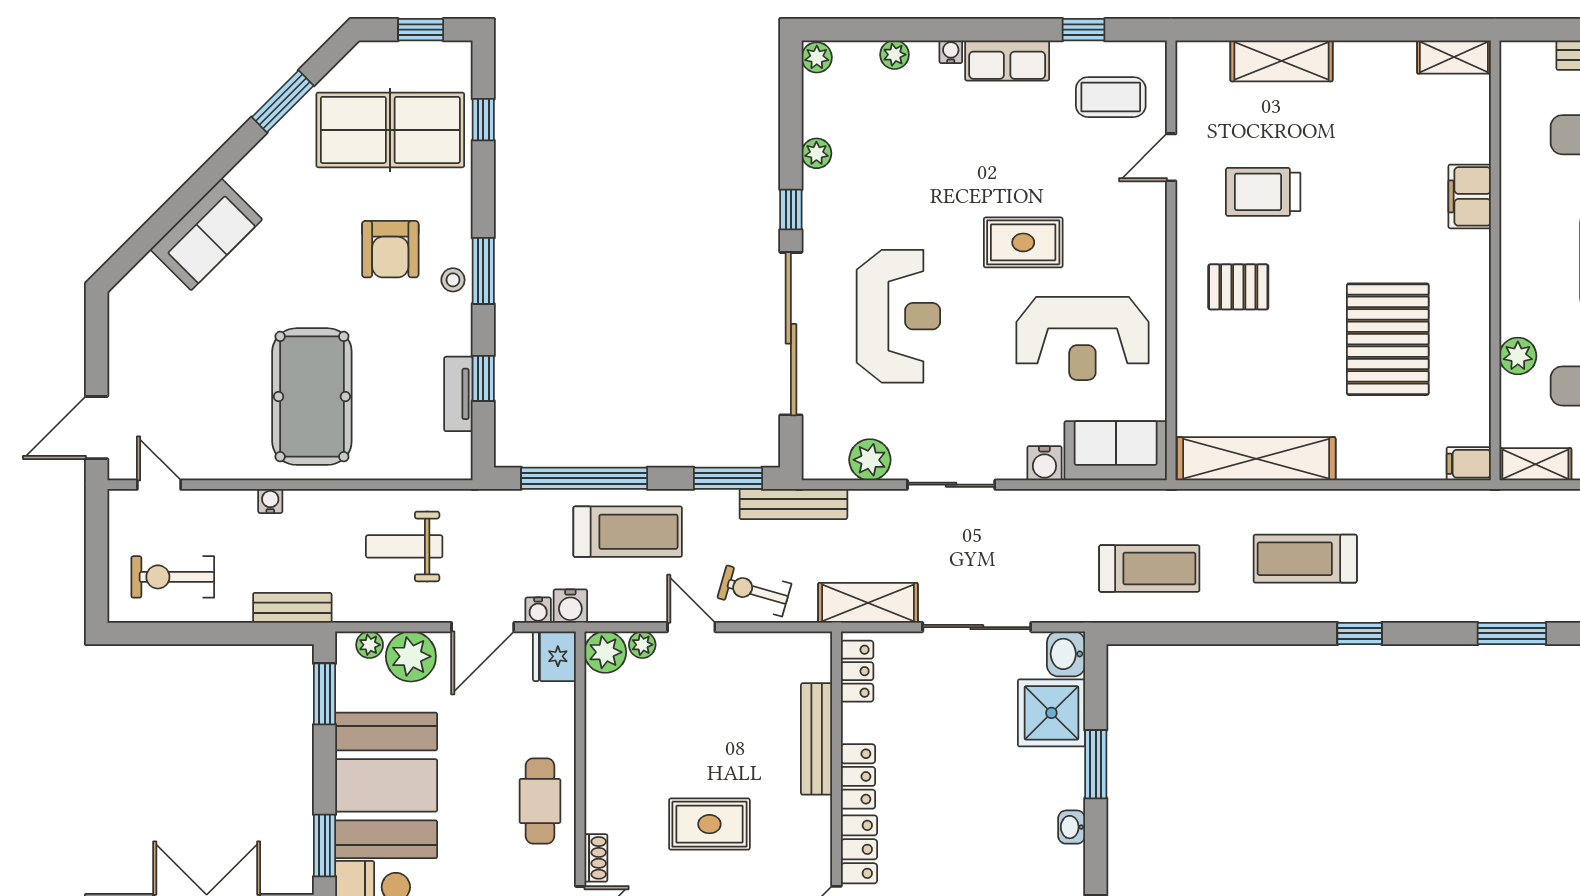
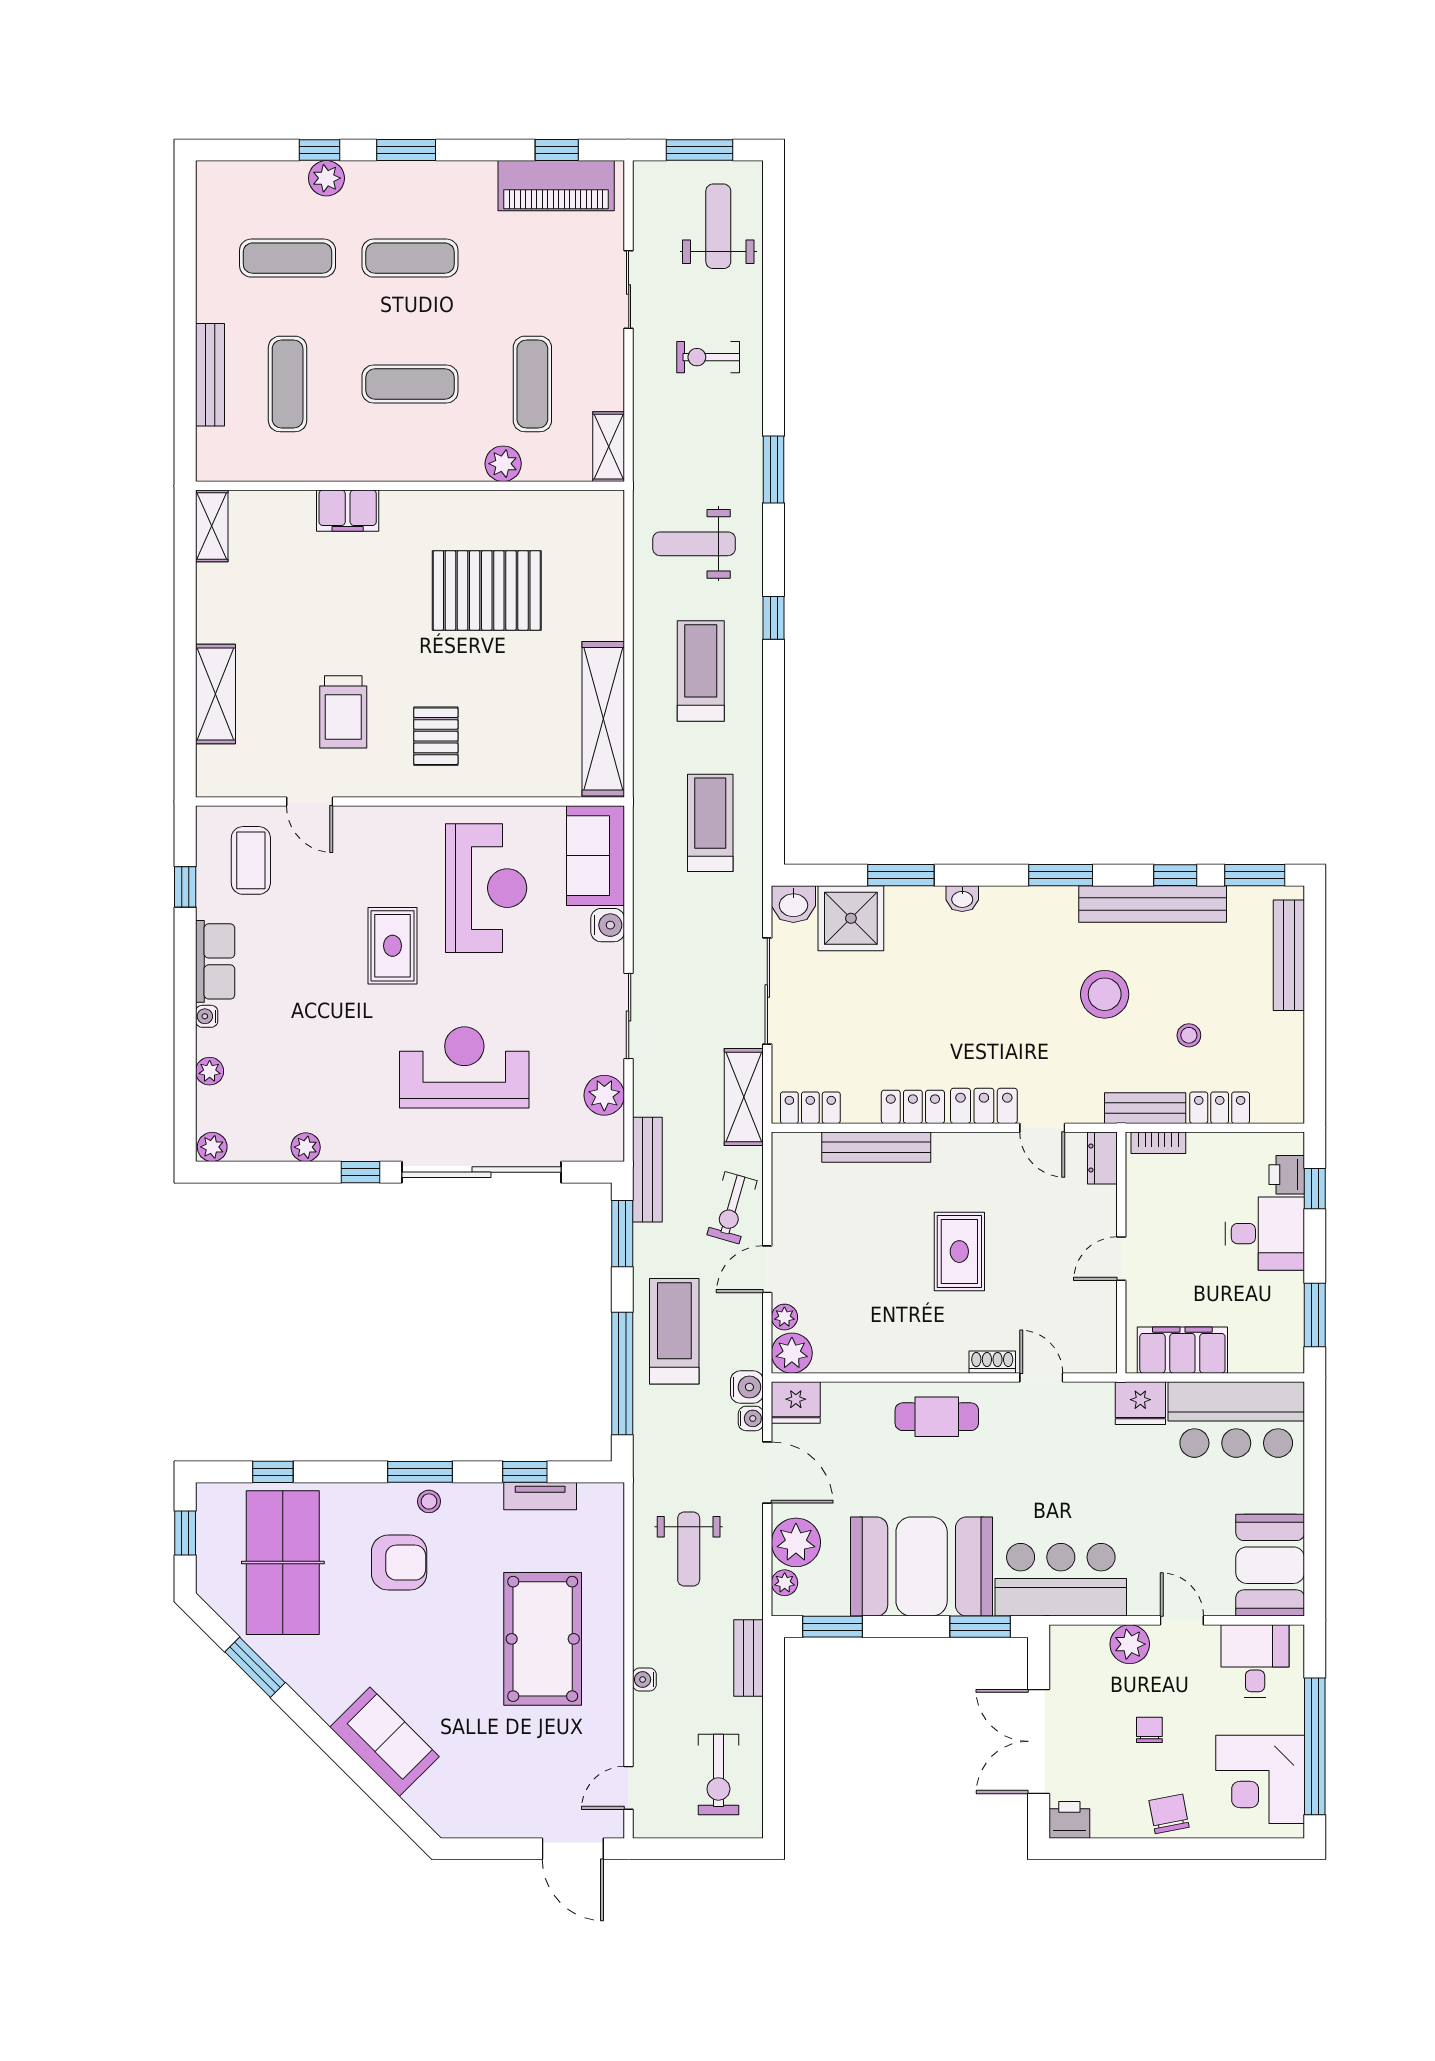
pool table: (312, 397) -> (543, 1639), turned 90
filing cabinet: (1469, 464) -> (608, 512), removed
weight bench: (1436, 552) -> (694, 544), added
treadmill: (1305, 559) -> (701, 671), turned 180

